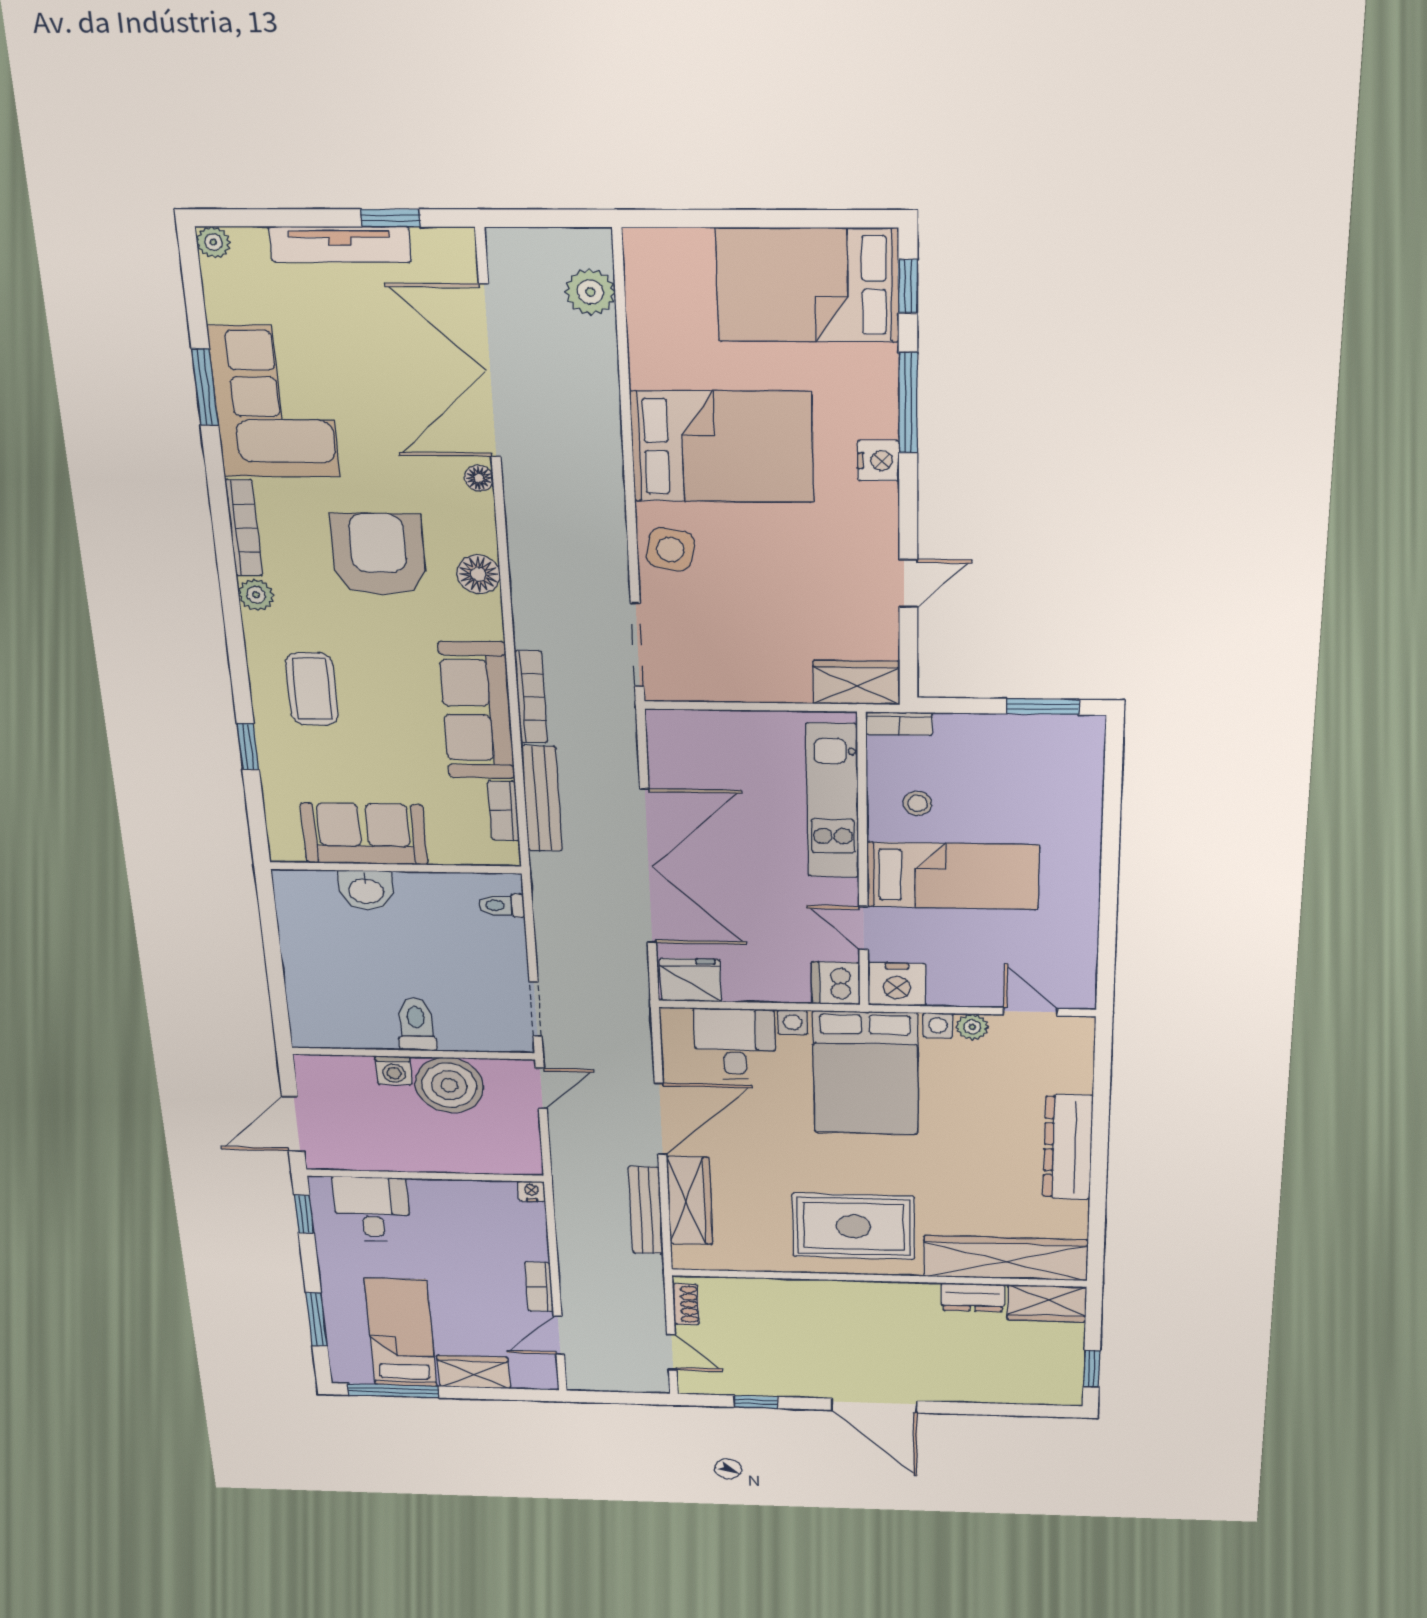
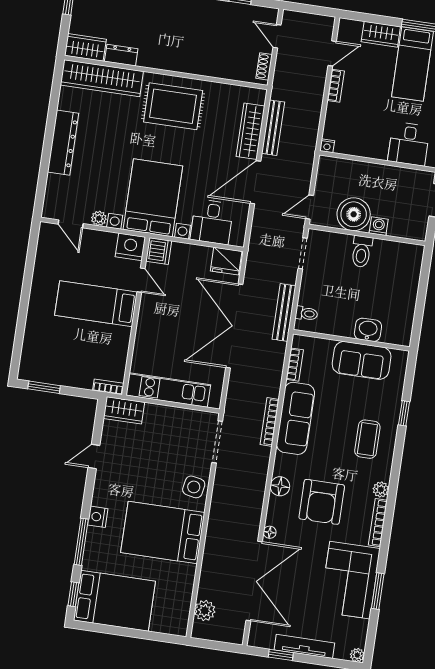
bench: (542, 799) -> (284, 313), moved
kitchen unit: (832, 801) -> (168, 390), moved, turned -90
stool: (918, 803) -> (106, 344), removed

